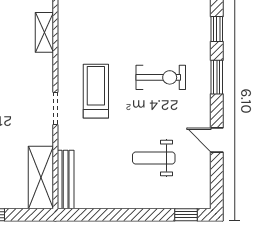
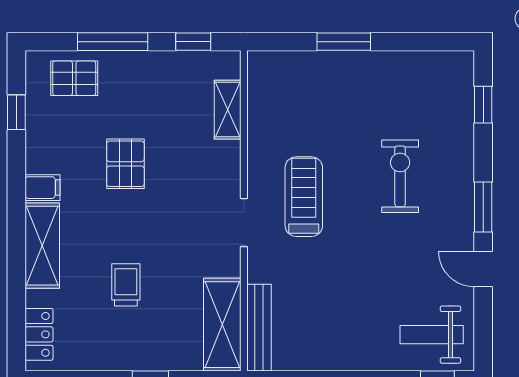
exercise bike: (161, 77) -> (400, 176), turned -90
window: (217, 77) -> (483, 207), moved
weight bench: (154, 158) -> (432, 335), moved

